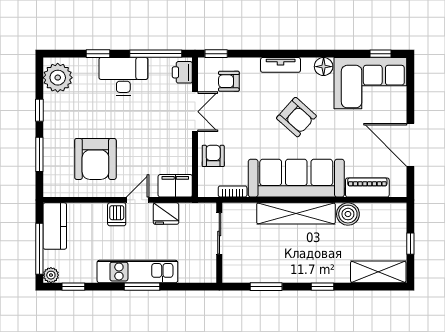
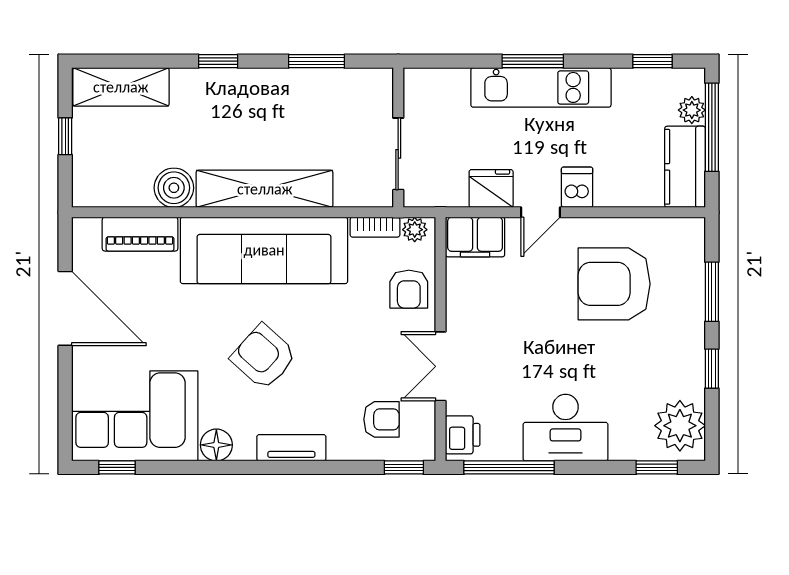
window: (98, 54) -> (657, 467), moved
armchair: (95, 159) -> (614, 284), turned -90
plant: (210, 190) -> (415, 230), added
plant: (51, 275) -> (692, 110), moved

